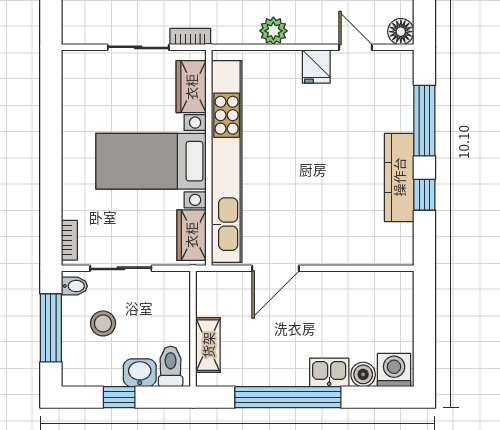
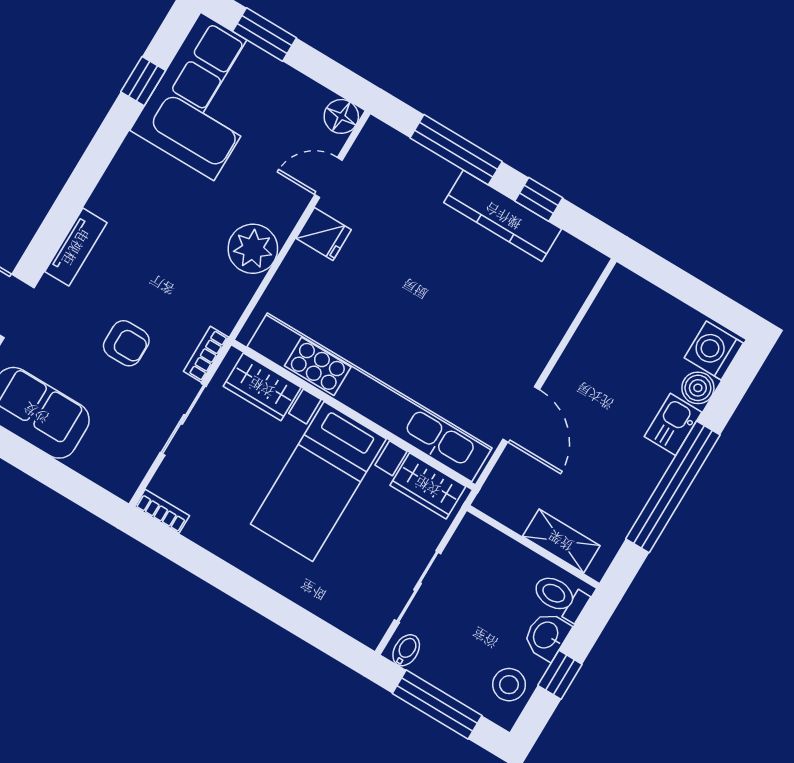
plant: (273, 31) -> (253, 249), width x1.36, depth x1.36
bookcase: (69, 240) -> (162, 511), moved
stool: (103, 323) -> (509, 685), moved

